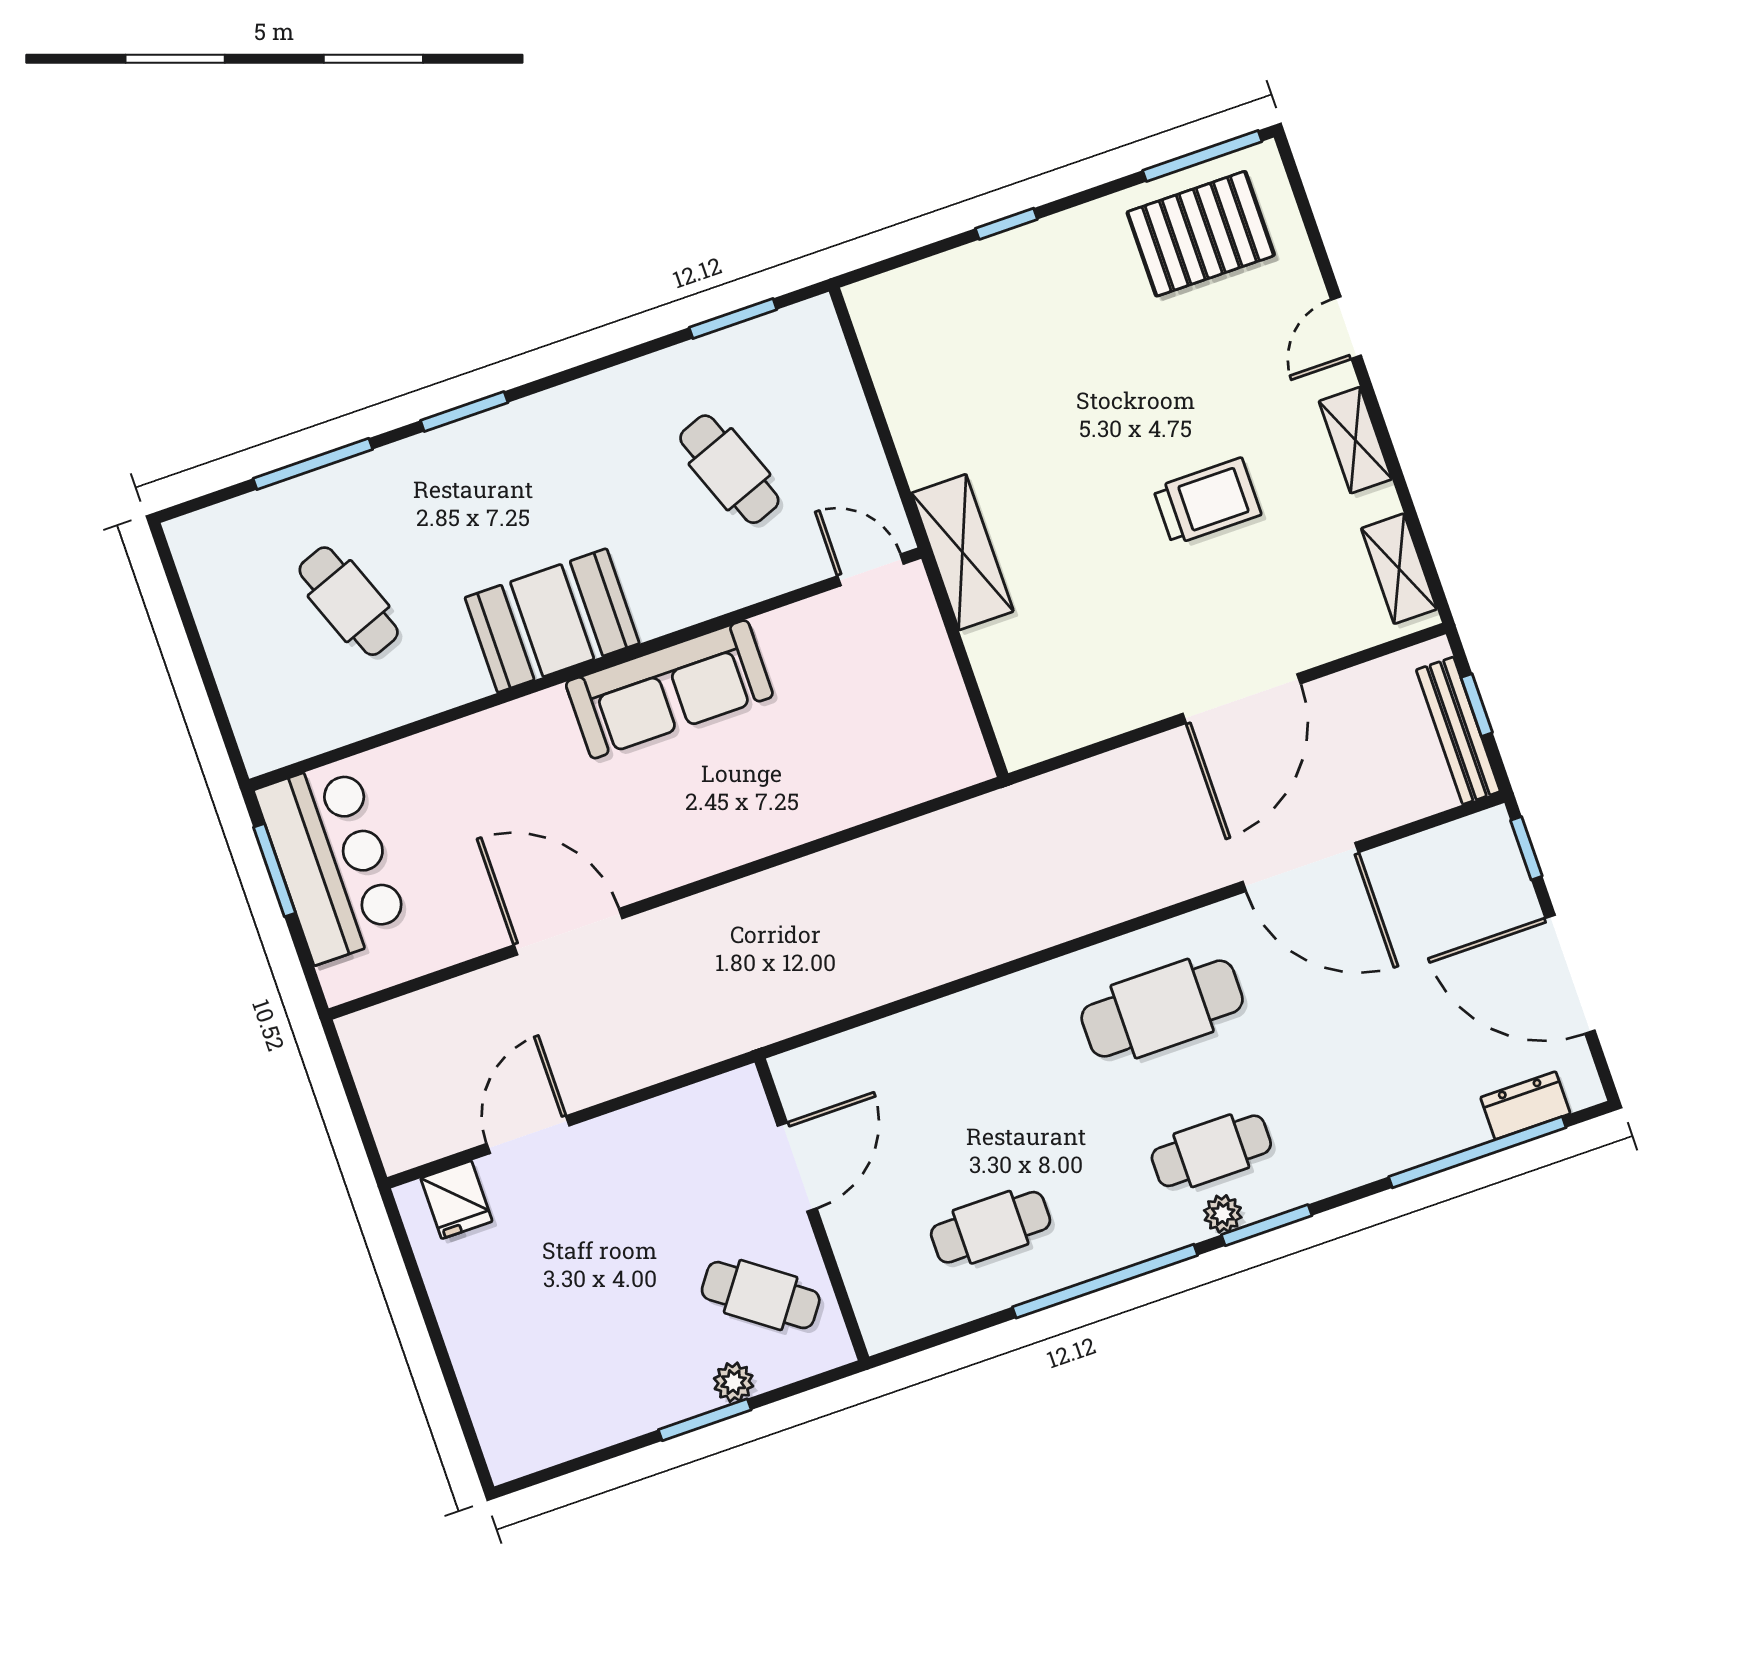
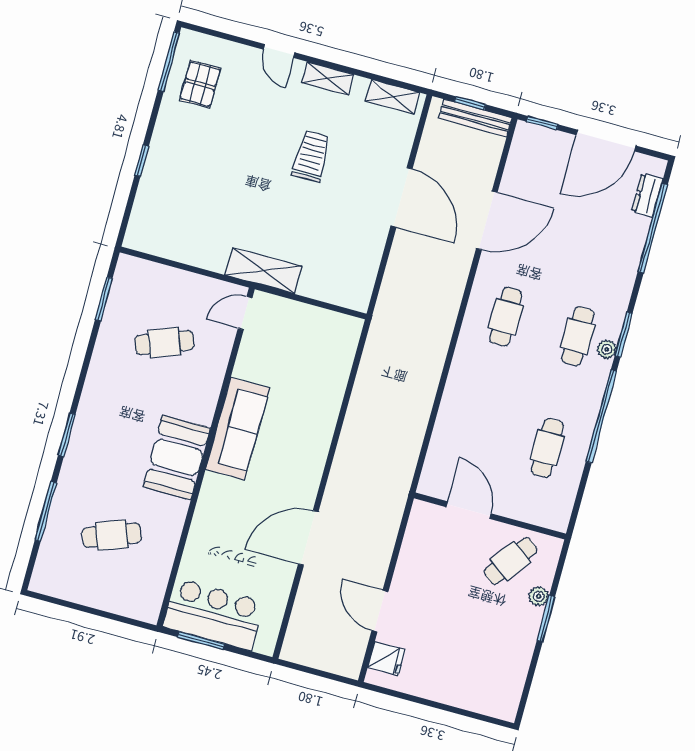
pallet: (1201, 234) -> (200, 84), width x0.67, depth x0.71
cafe table: (1162, 1009) -> (506, 317), width x0.73, depth x0.74

